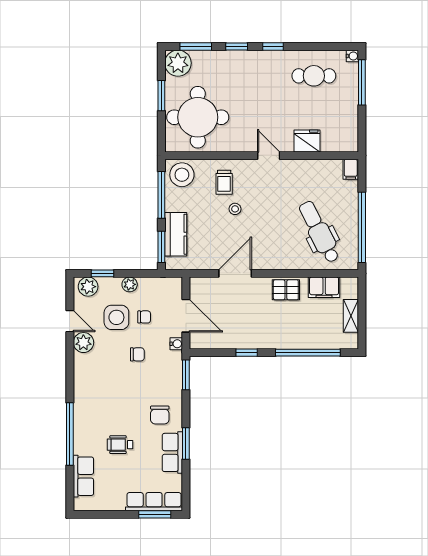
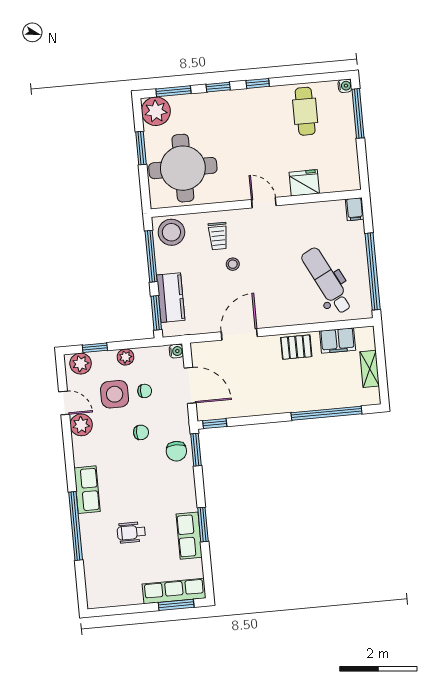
cafe table: (314, 76) -> (305, 111), turned 90
water cooler: (176, 344) -> (176, 351), moved
window: (247, 353) -> (215, 424), moved
chair: (160, 415) -> (176, 451), moved
row of seats: (83, 476) -> (87, 490), moved

